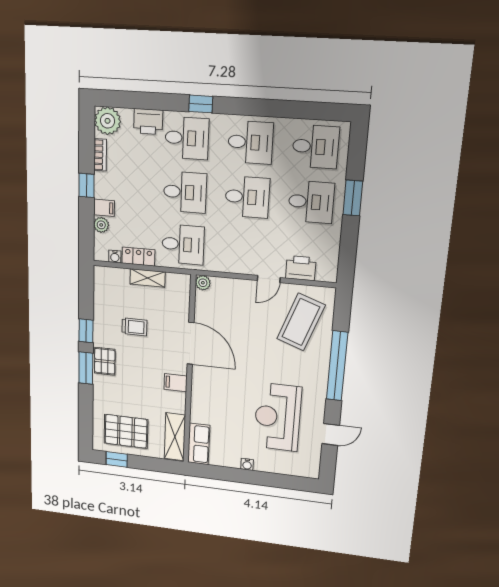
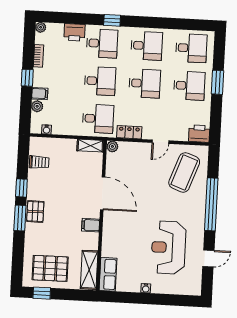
plant: (108, 121) -> (41, 27), width x0.53, depth x0.53
locker: (138, 257) -> (129, 132), moved
printer: (301, 268) -> (199, 134), moved
shelving: (148, 278) -> (90, 146), moved
trolley: (134, 327) -> (39, 162), moved

